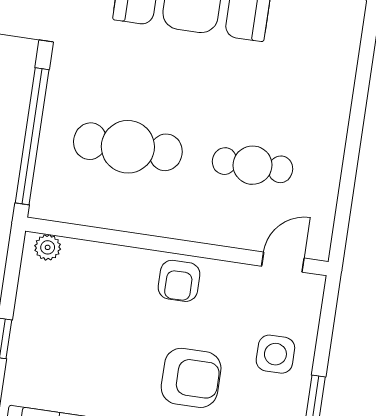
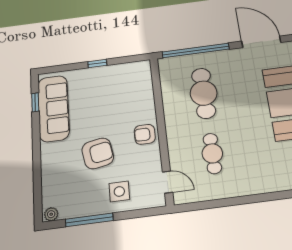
plant: (48, 247) -> (145, 71), removed
armchair: (191, 378) -> (98, 153), turned -100

